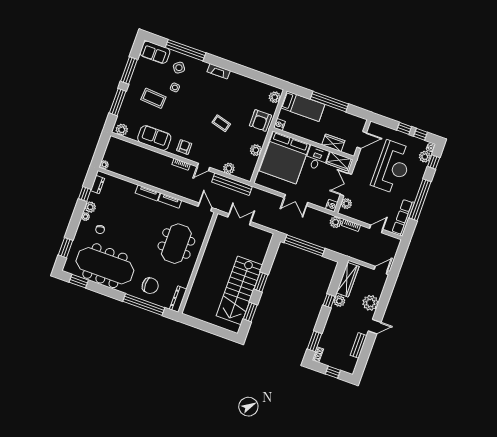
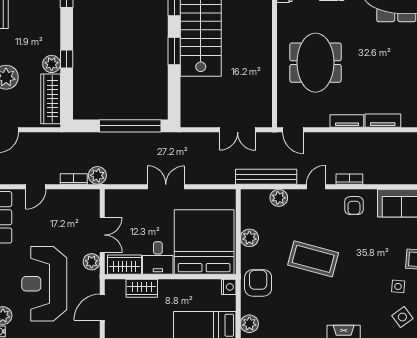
coffee table: (221, 123) -> (313, 259), width x1.86, depth x1.72
plant: (346, 204) -> (92, 262), moved
nightstand: (332, 206) -> (112, 197), removed

